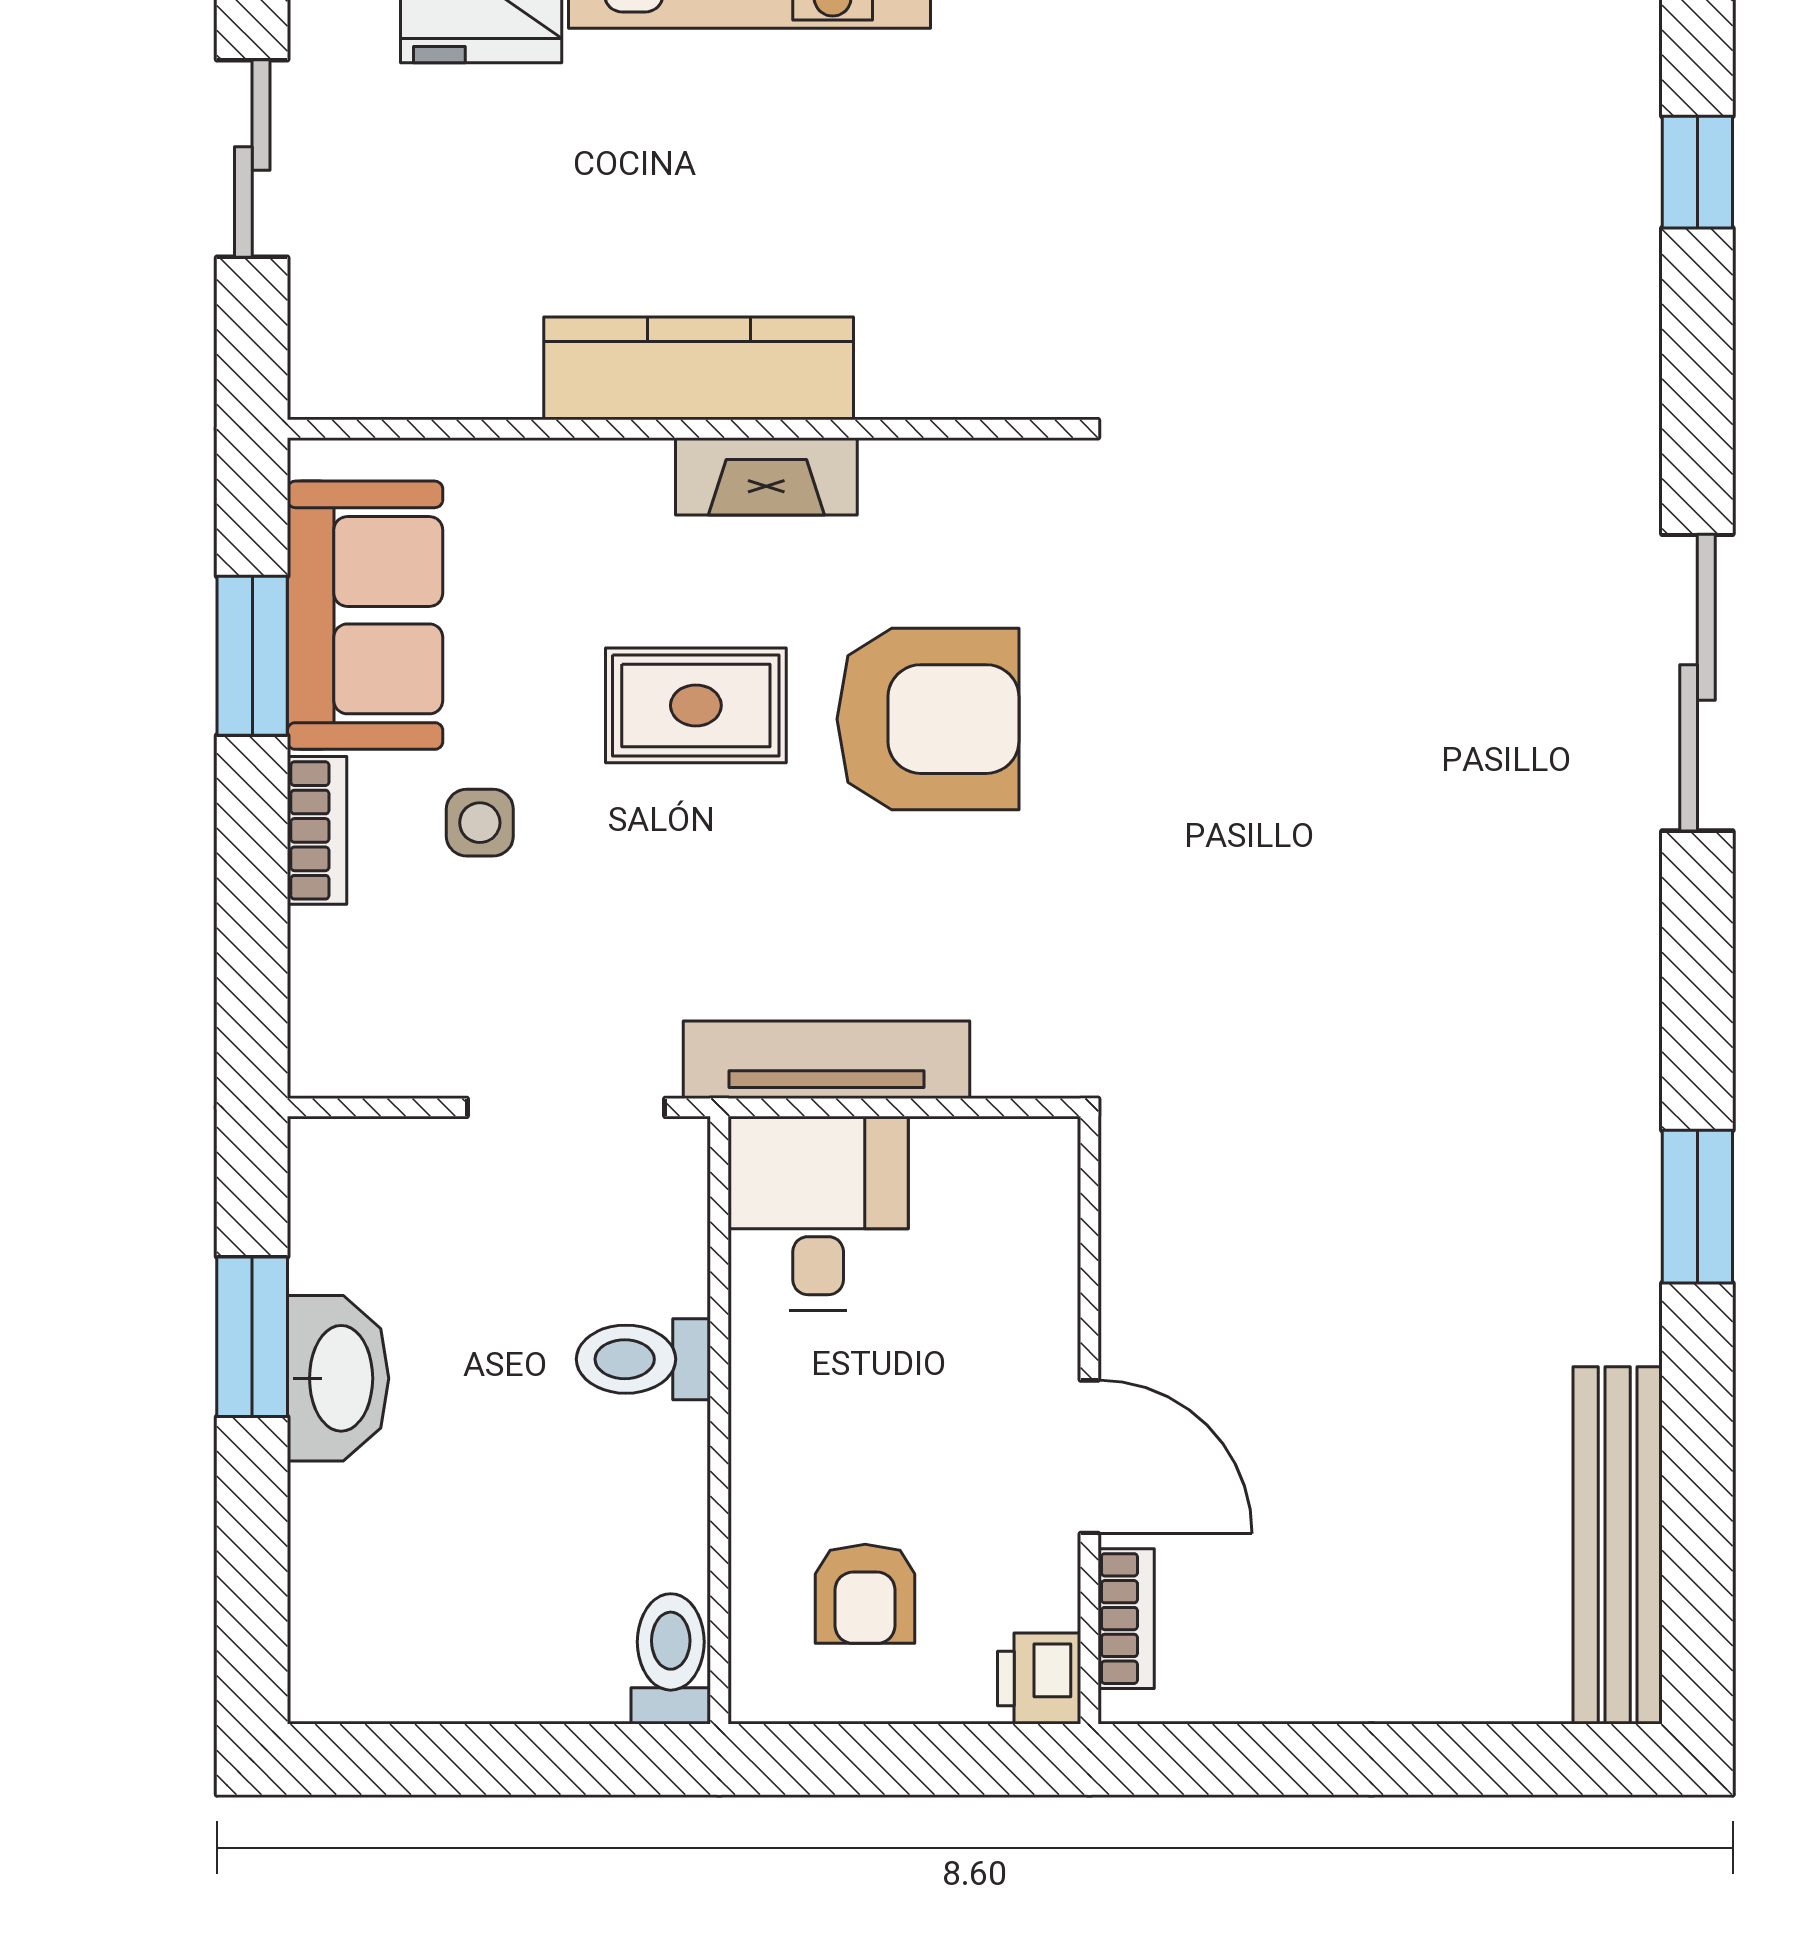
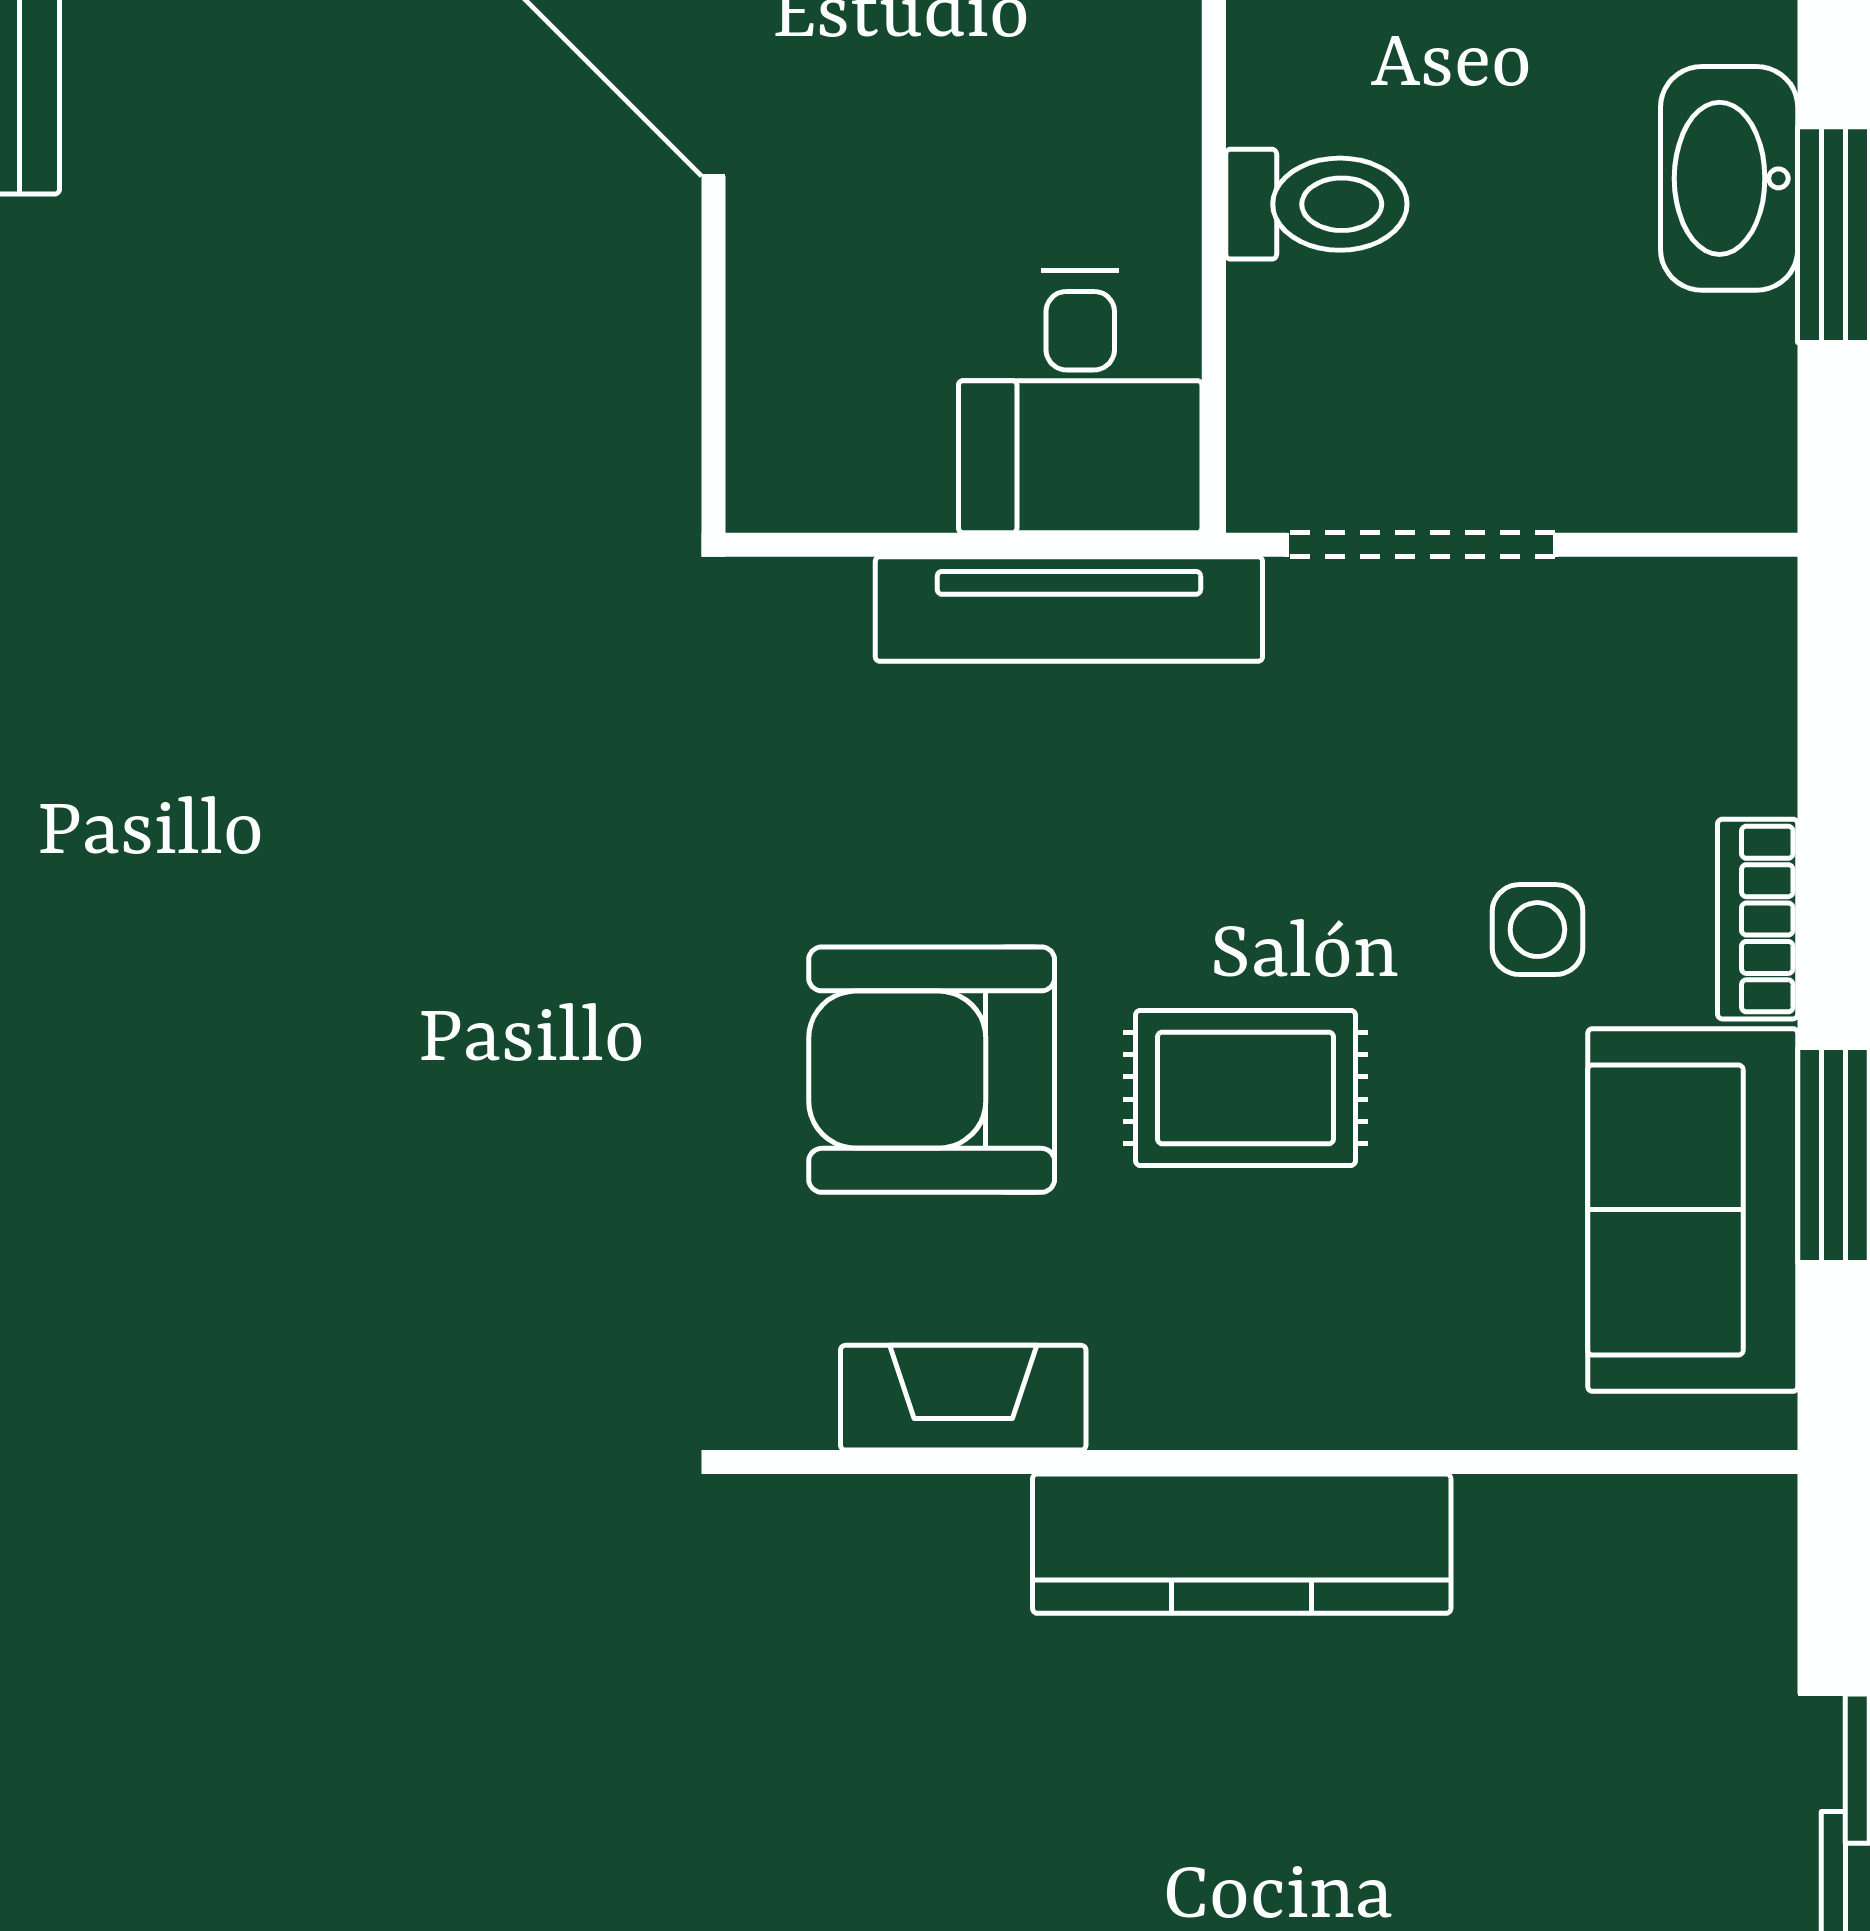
fireplace: (766, 476) -> (963, 1398), moved

